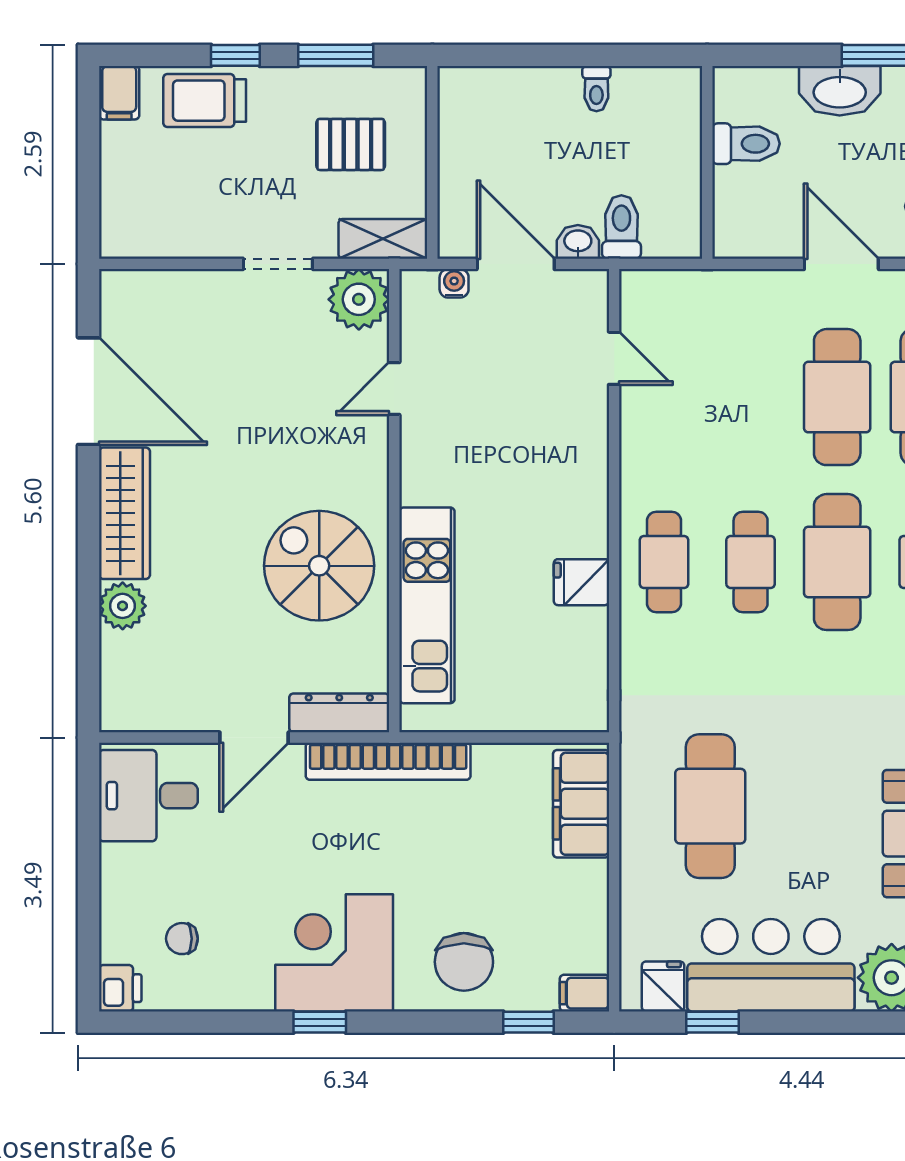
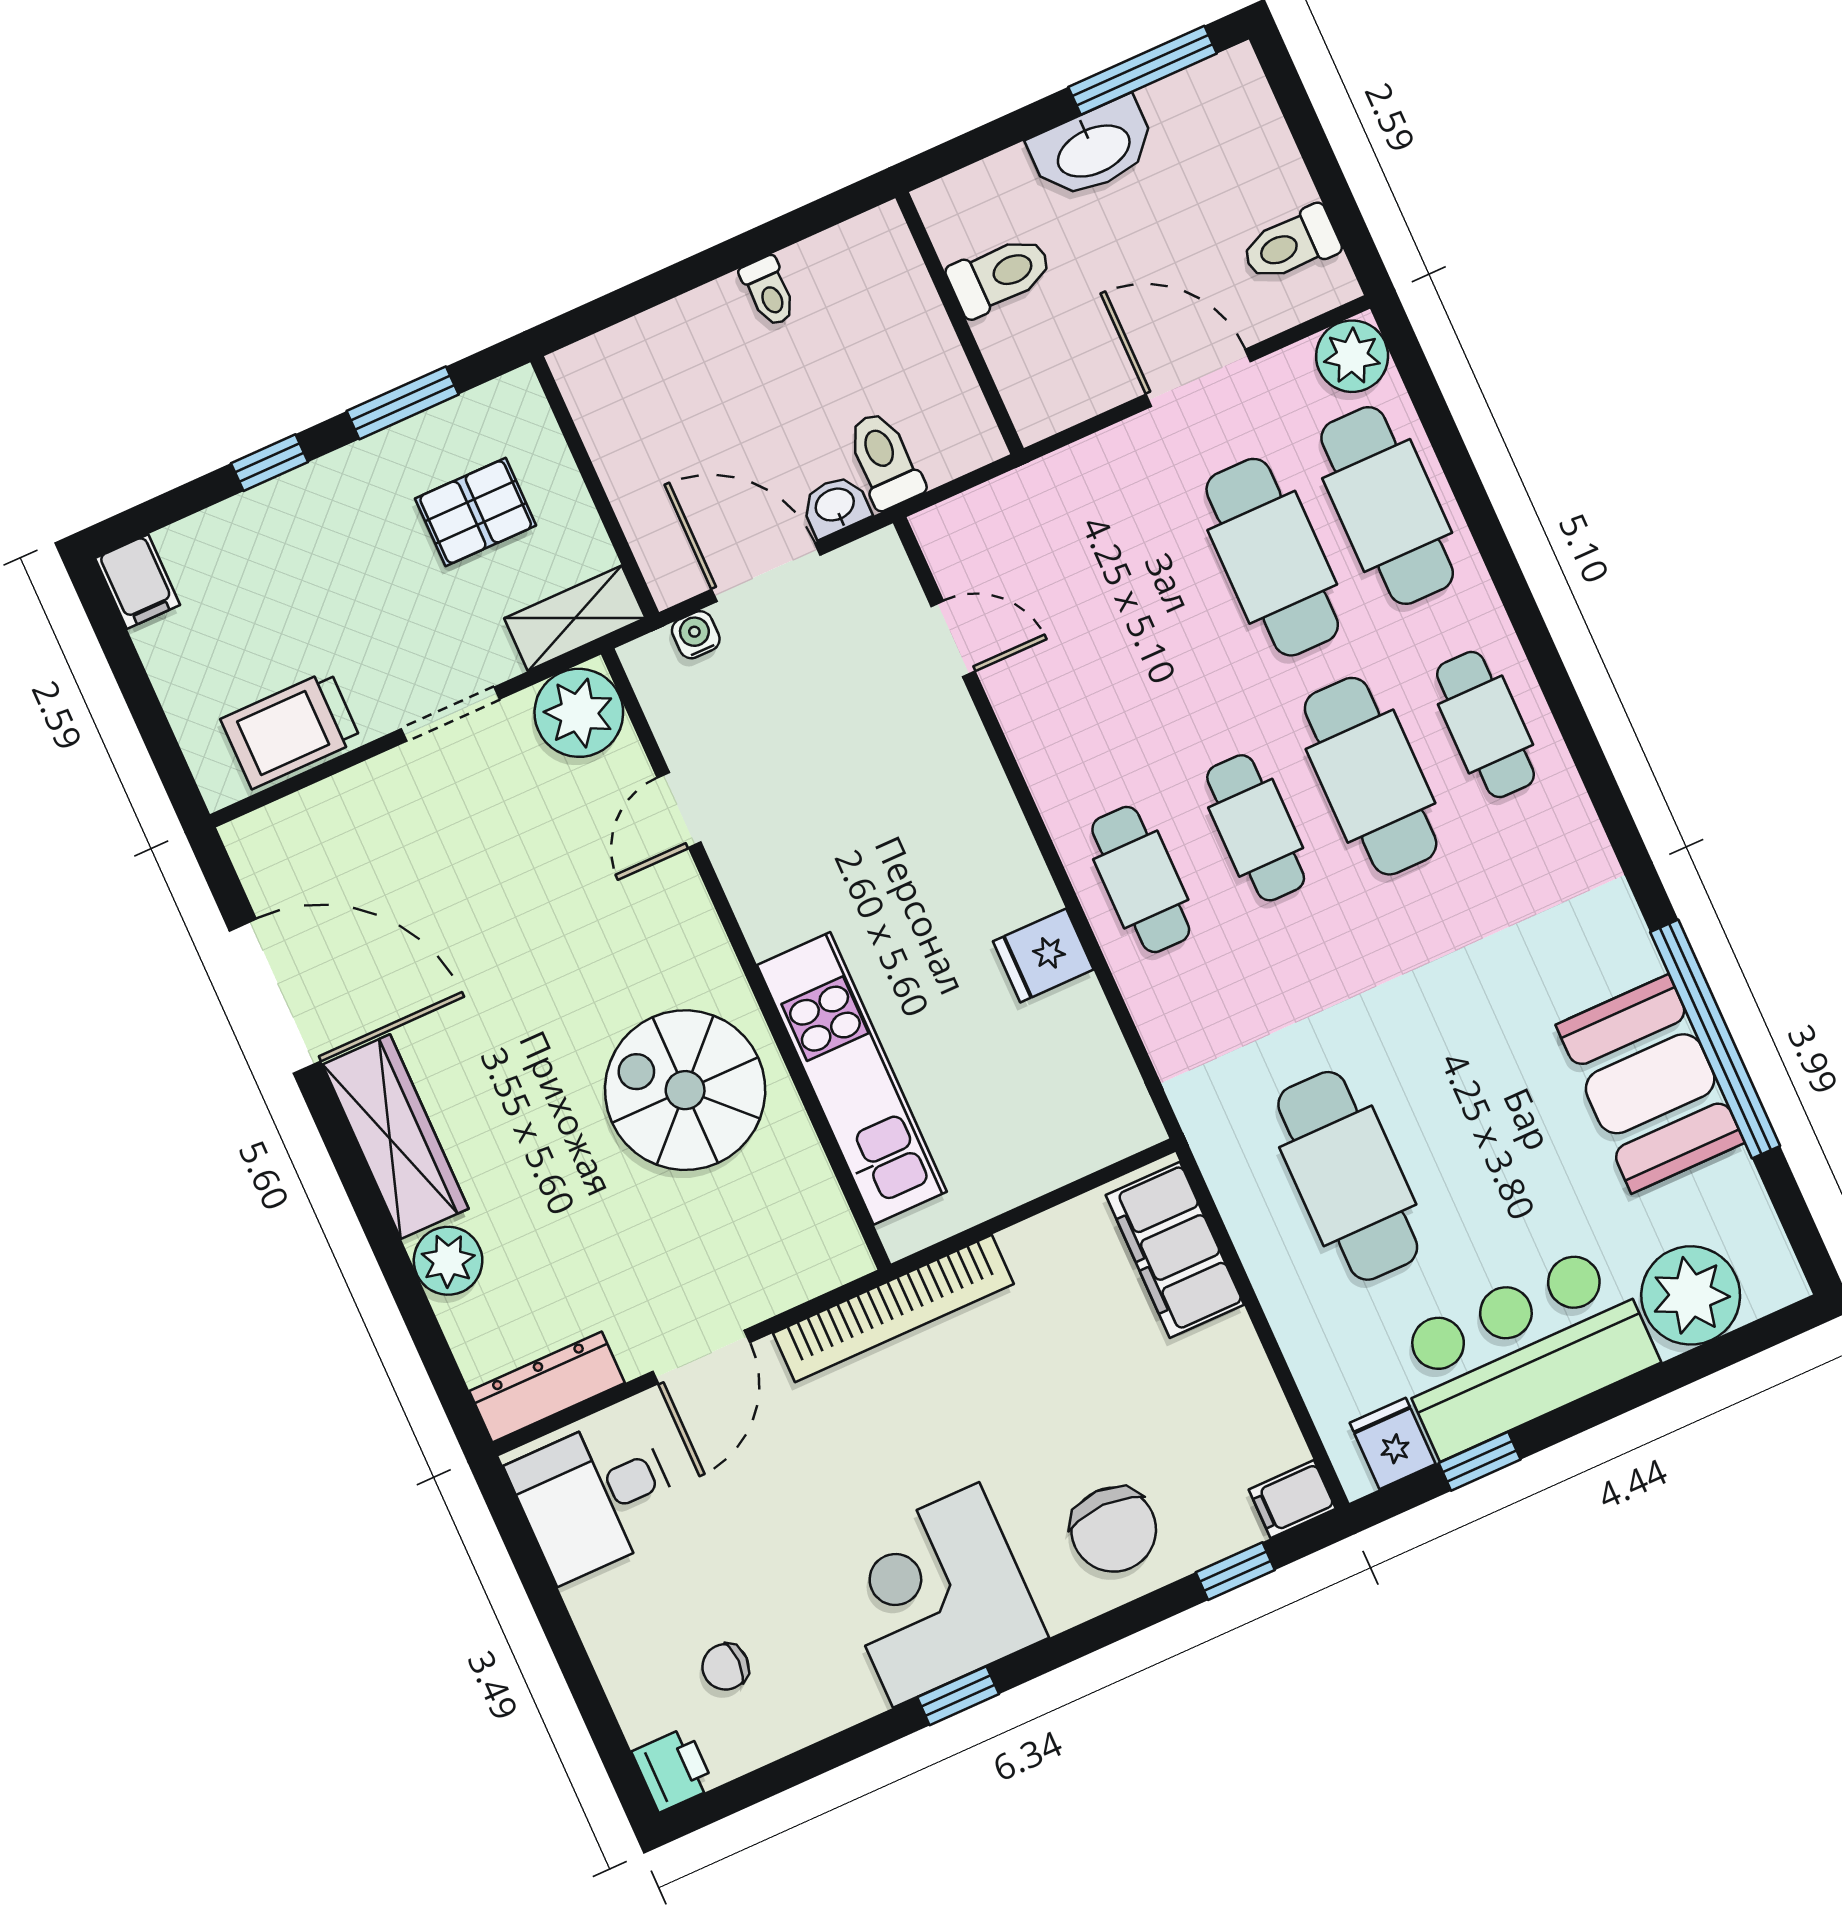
trolley: (205, 101) -> (291, 730), moved
dresser: (339, 713) -> (547, 1387), moved

